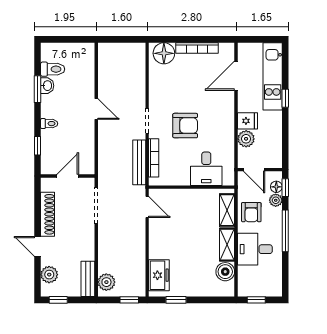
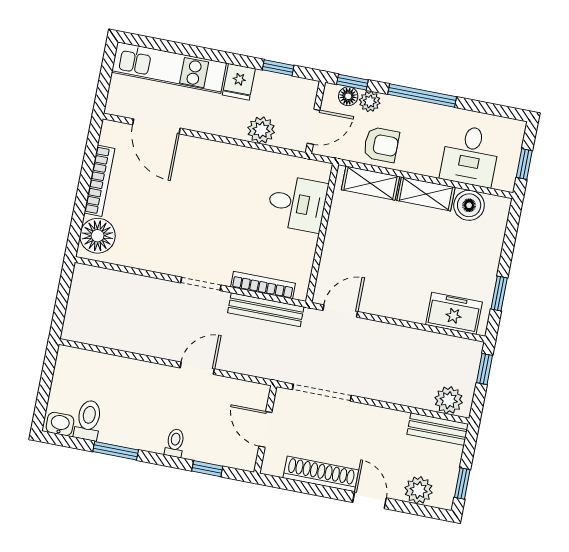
washbasin: (47, 86) -> (60, 424), moved
window: (285, 98) -> (278, 68), moved
door: (96, 109) -> (197, 368), moved
fridge: (248, 121) -> (239, 82), moved, turned 180
armchair: (185, 126) -> (221, 224), removed
door: (38, 246) -> (369, 500), swing flipped
desk: (255, 249) -> (470, 156), moved

